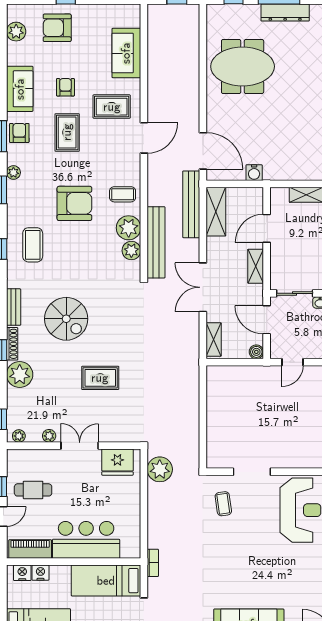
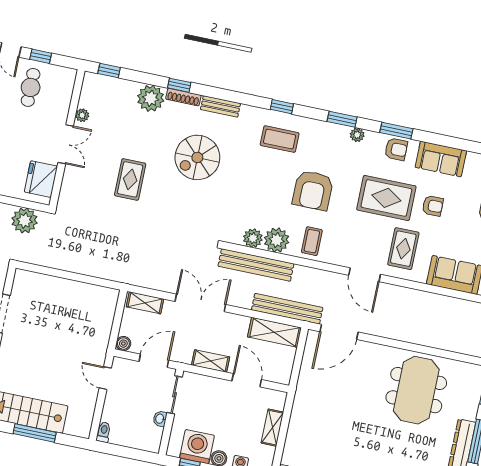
rug: (67, 132) -> (386, 198), width x1.36, depth x1.43
water cooler: (254, 173) -> (306, 379), removed
plant: (19, 436) -> (88, 84), removed

